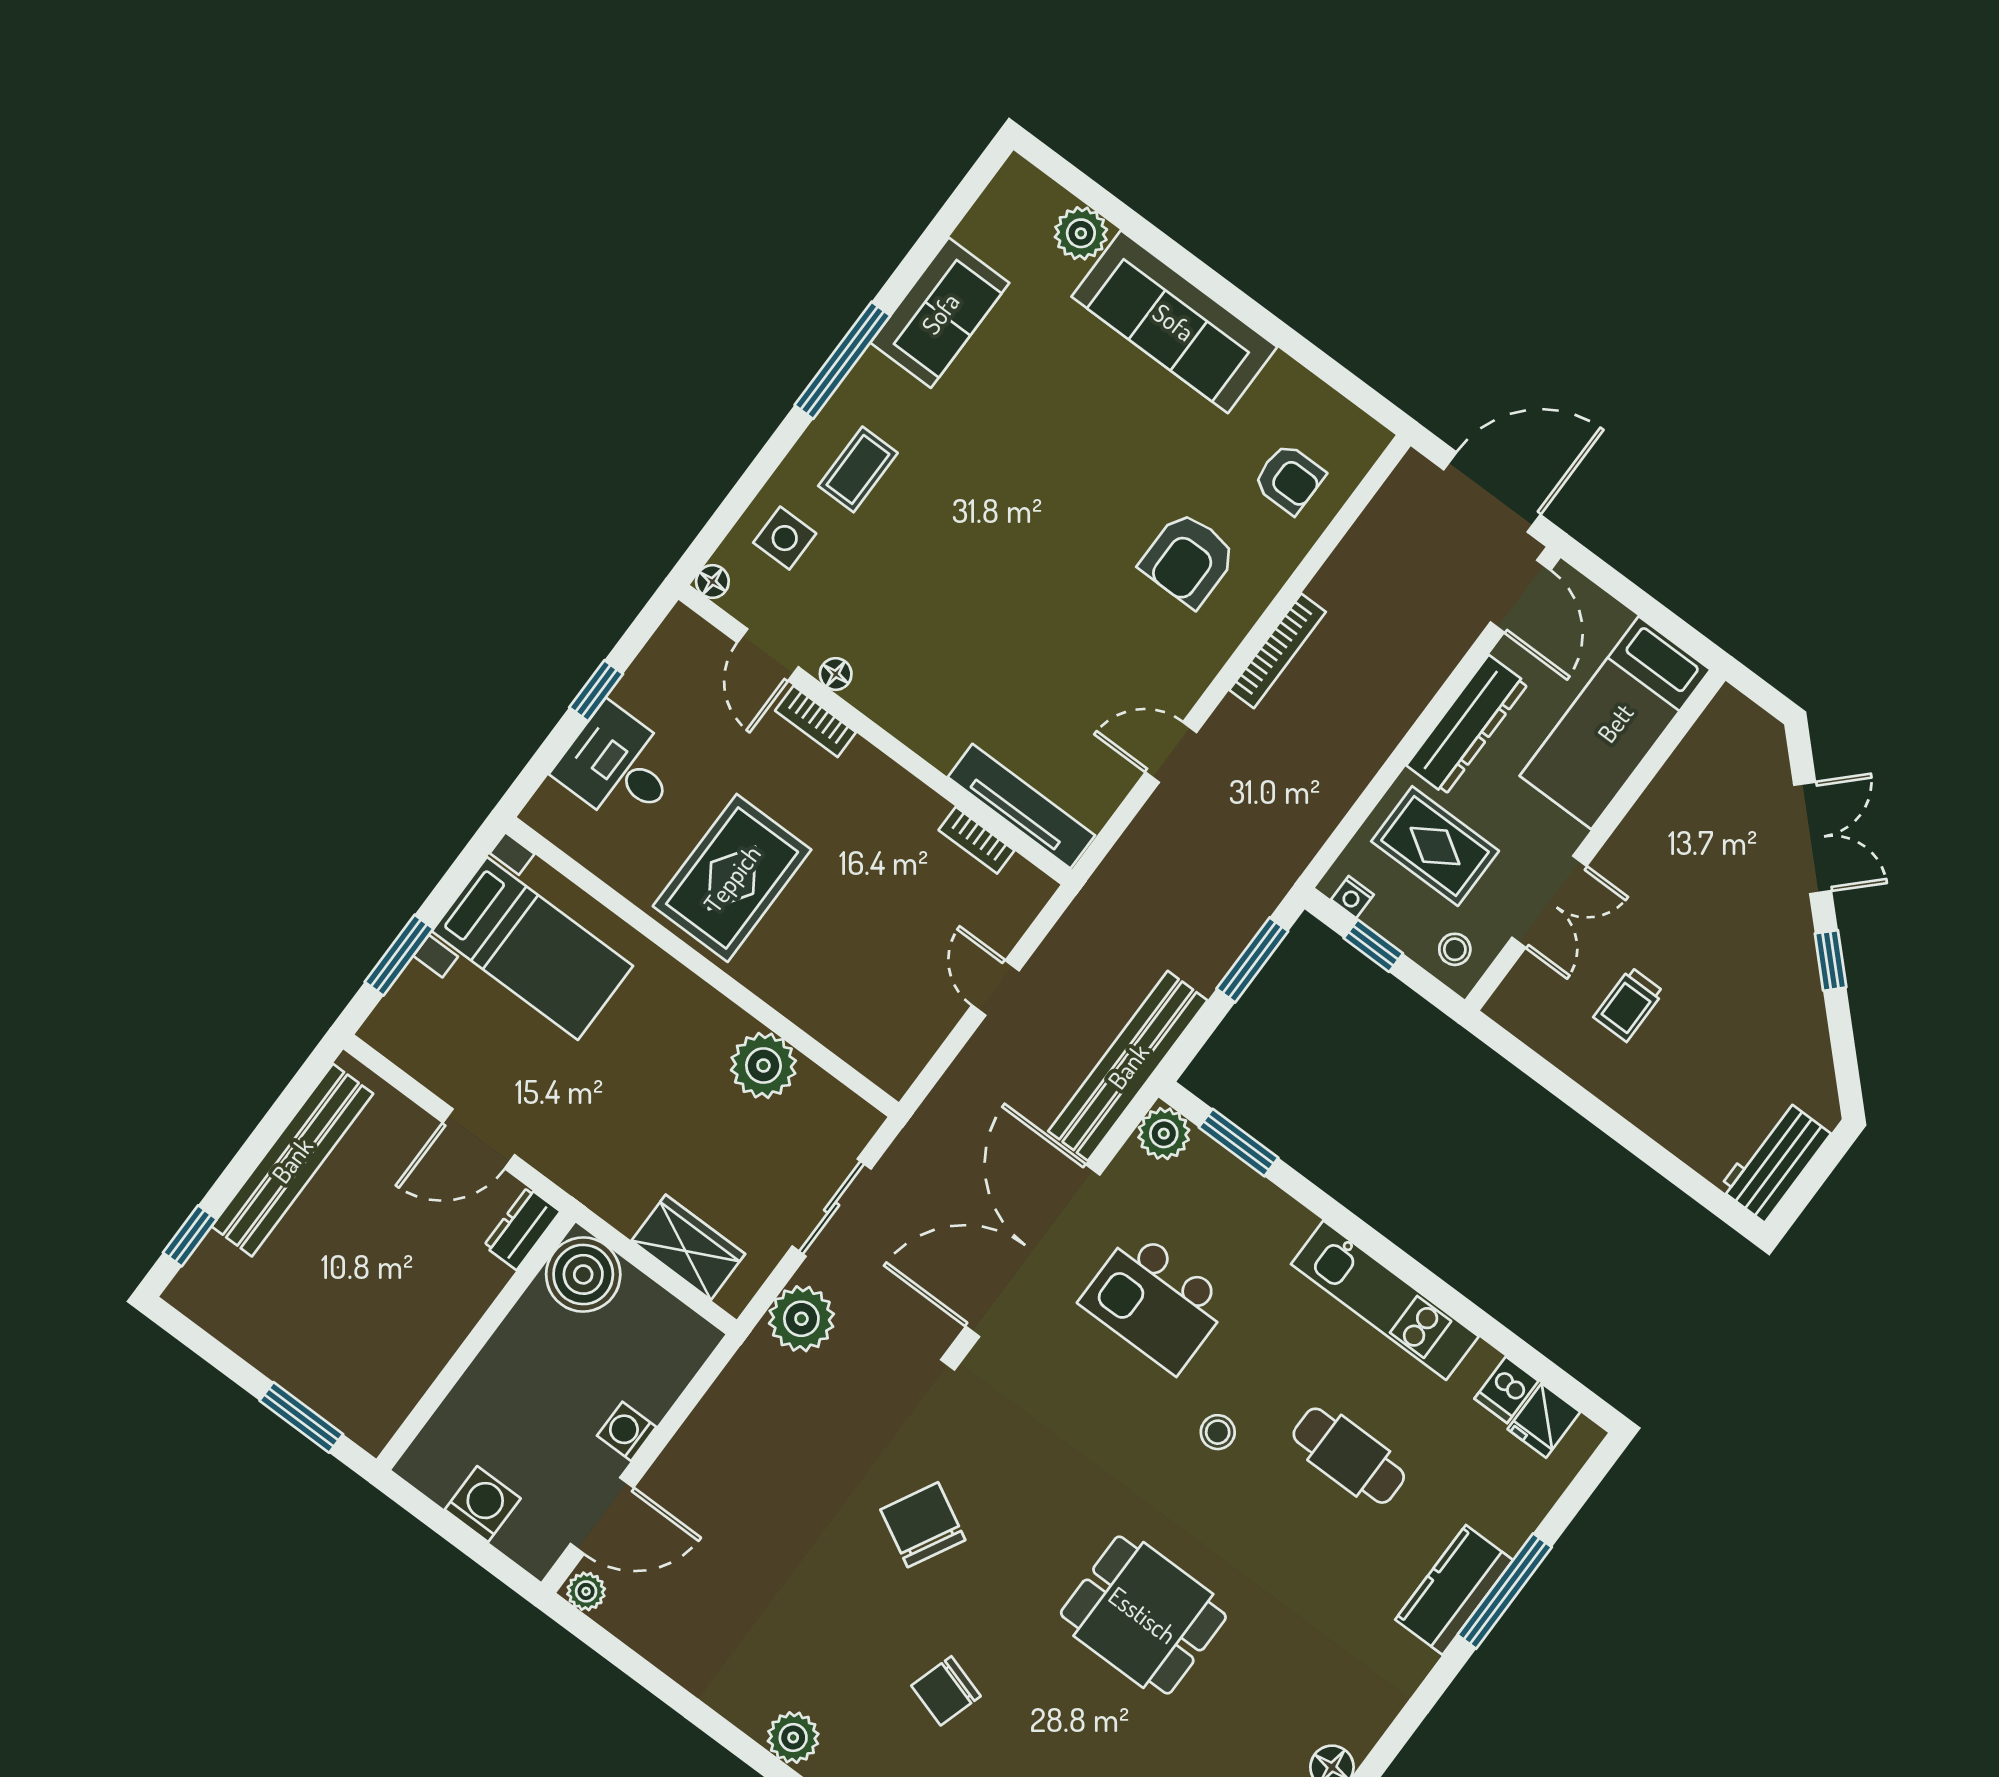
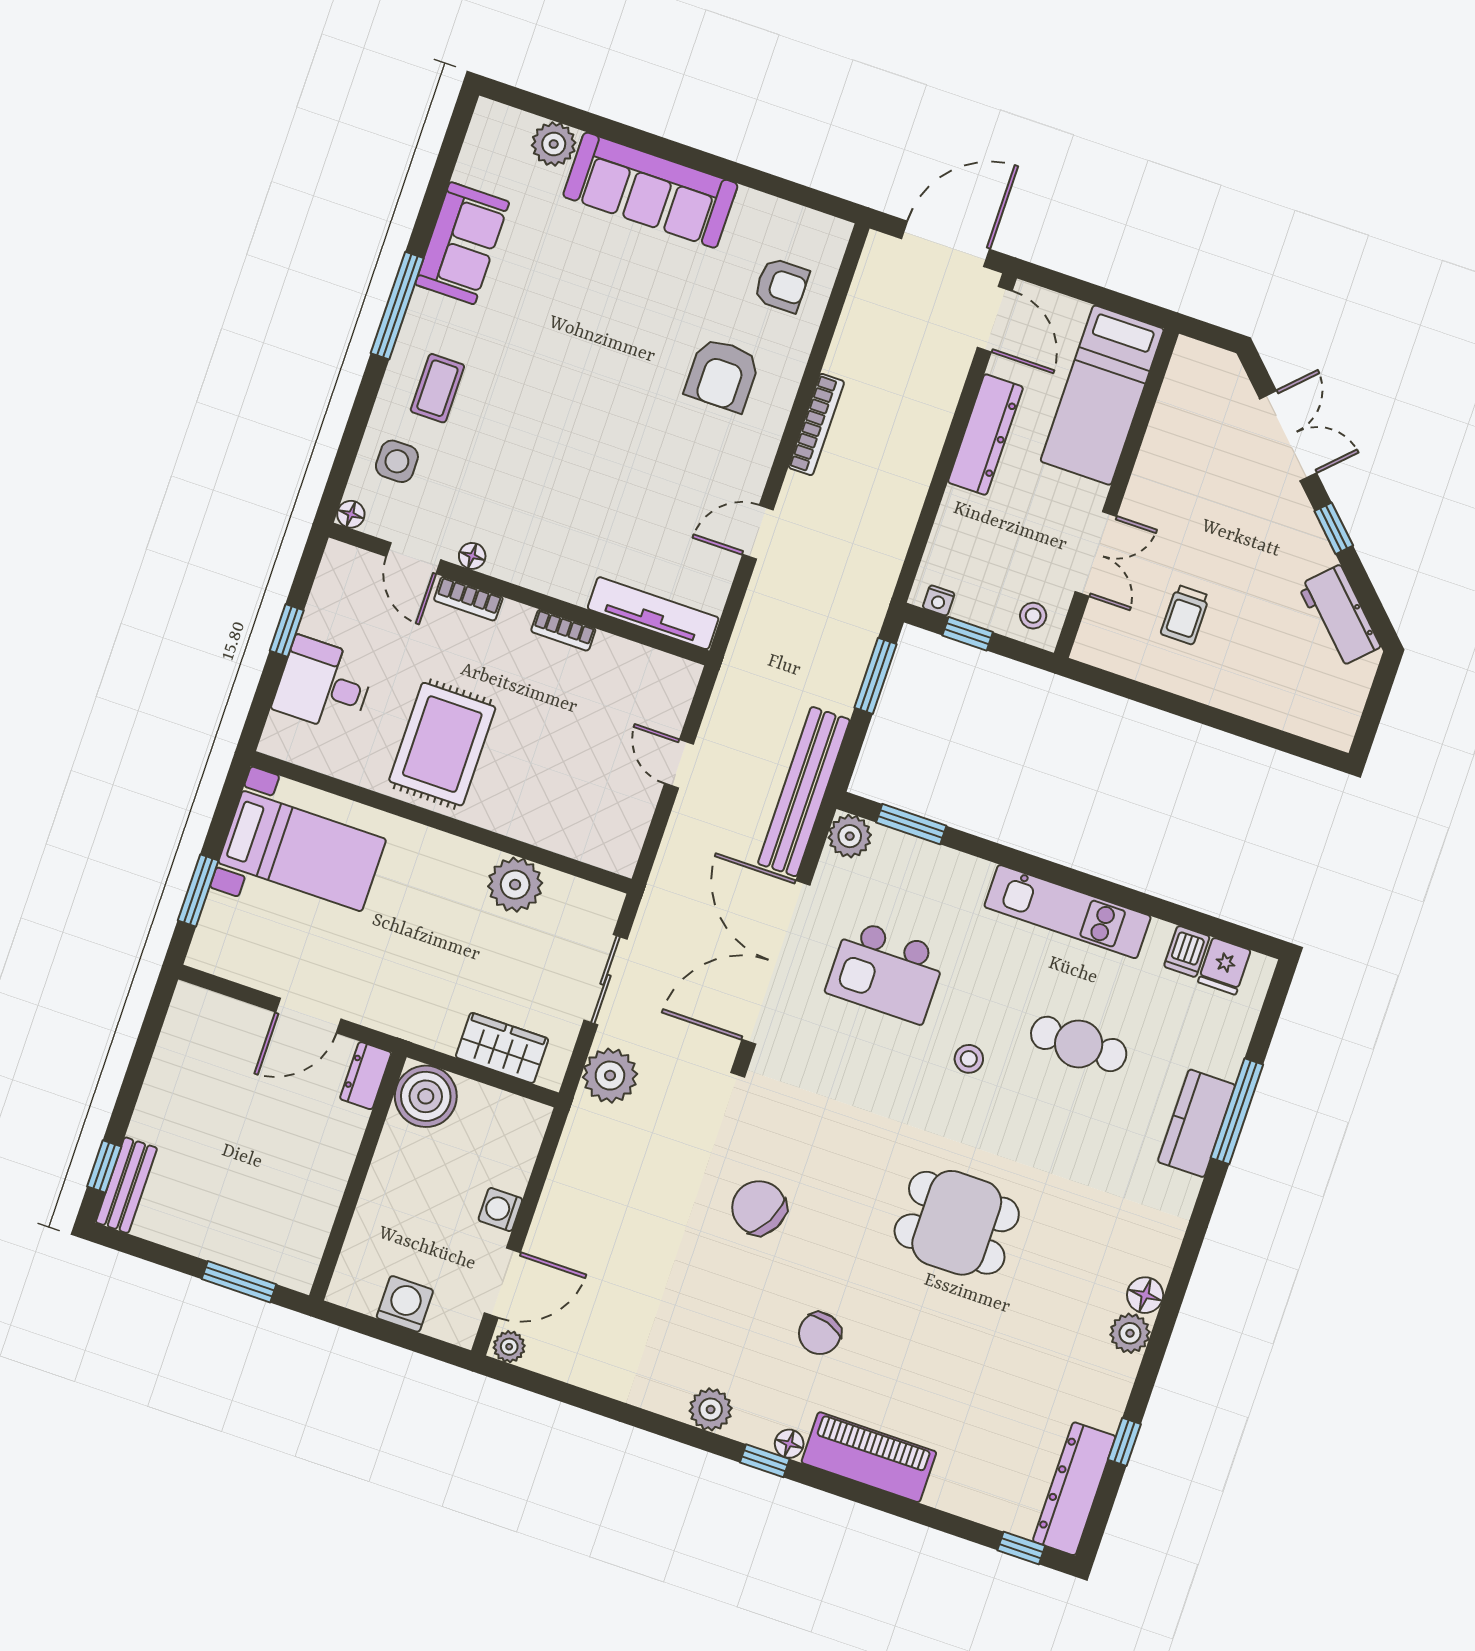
bookcase: (976, 840) -> (563, 630), moved
rug: (1435, 846) -> (991, 539), removed
bench: (292, 1160) -> (126, 1185), moved, width x0.54, depth x0.82
workbench: (1775, 1161) -> (1339, 616), moved, turned -45

